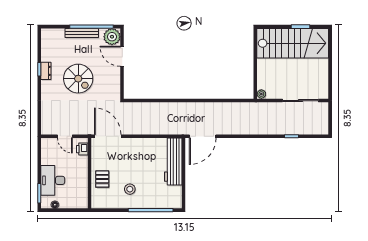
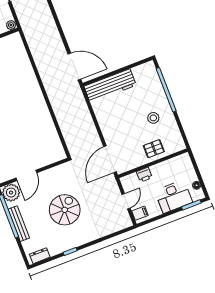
dresser: (46, 71) -> (40, 256), moved
filing cabinet: (49, 145) -> (140, 213), added
printer: (82, 149) -> (144, 175), moved

